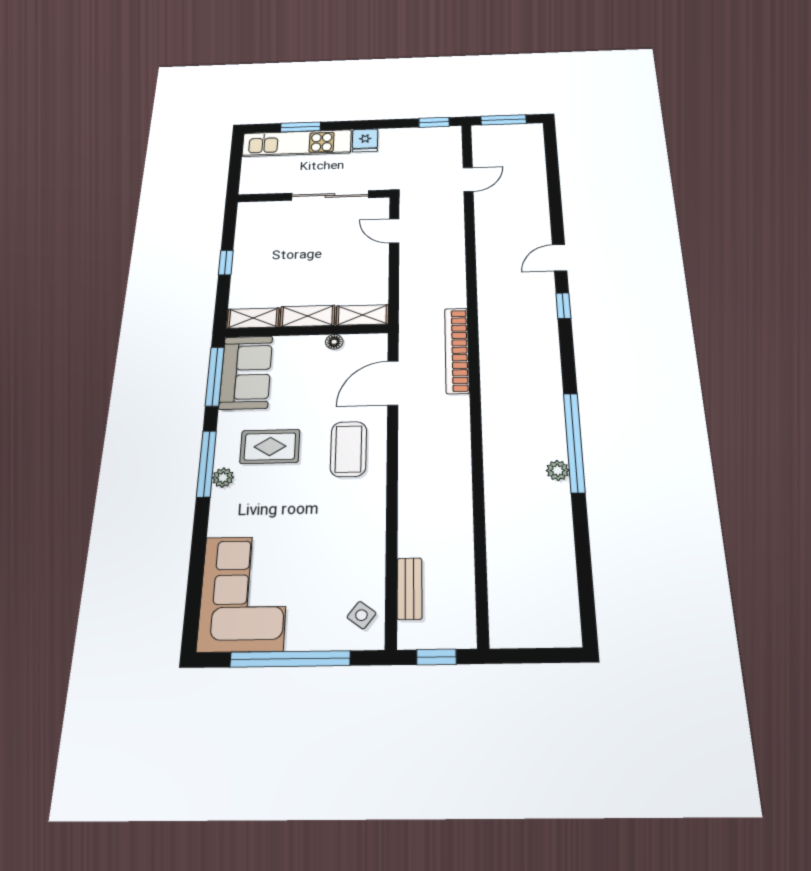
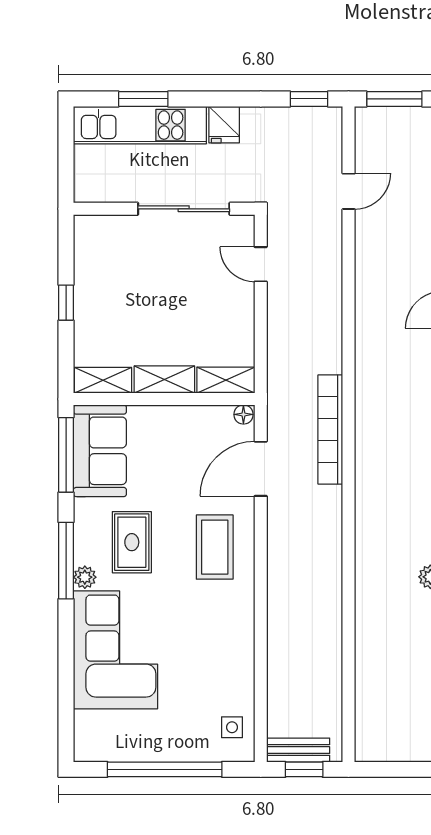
floor lamp: (334, 342) -> (243, 414), moved
rug: (270, 446) -> (132, 542), turned 90
bench: (410, 588) -> (298, 750), moved, turned 90
corner sofa: (244, 593) -> (115, 650), moved
side table: (361, 615) -> (232, 727), turned -37

